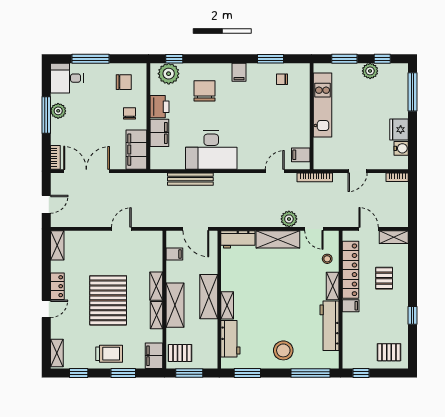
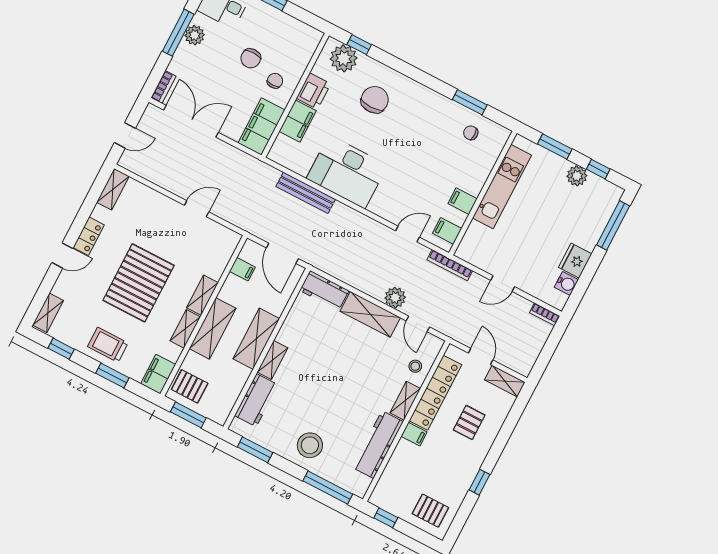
filing cabinet: (239, 72) -> (463, 201), moved, turned 90
chair: (124, 82) -> (251, 58), moved, turned 90
trolley: (109, 354) -> (108, 345), turned 180

